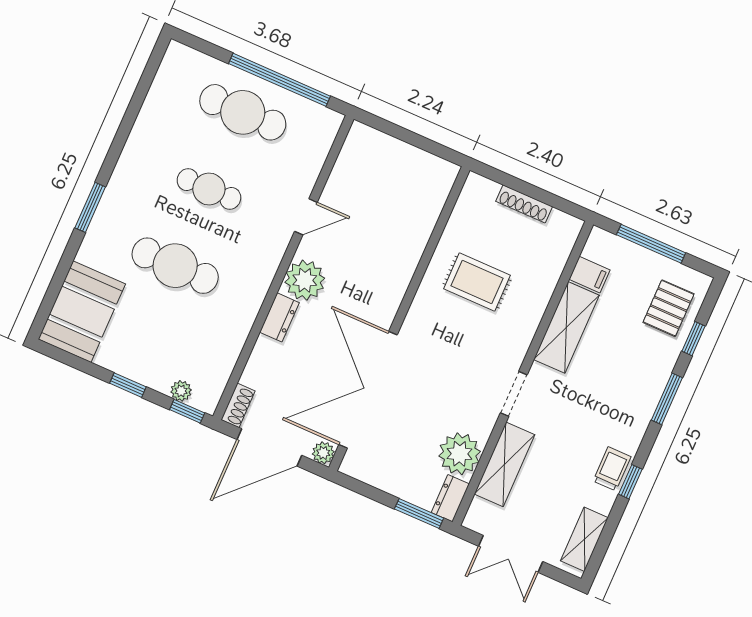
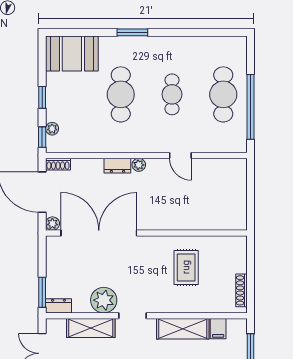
shoe rack: (524, 204) -> (241, 290), moved
plant: (305, 280) -> (139, 165), width x0.53, depth x0.53
plant: (460, 454) -> (104, 300), moved

